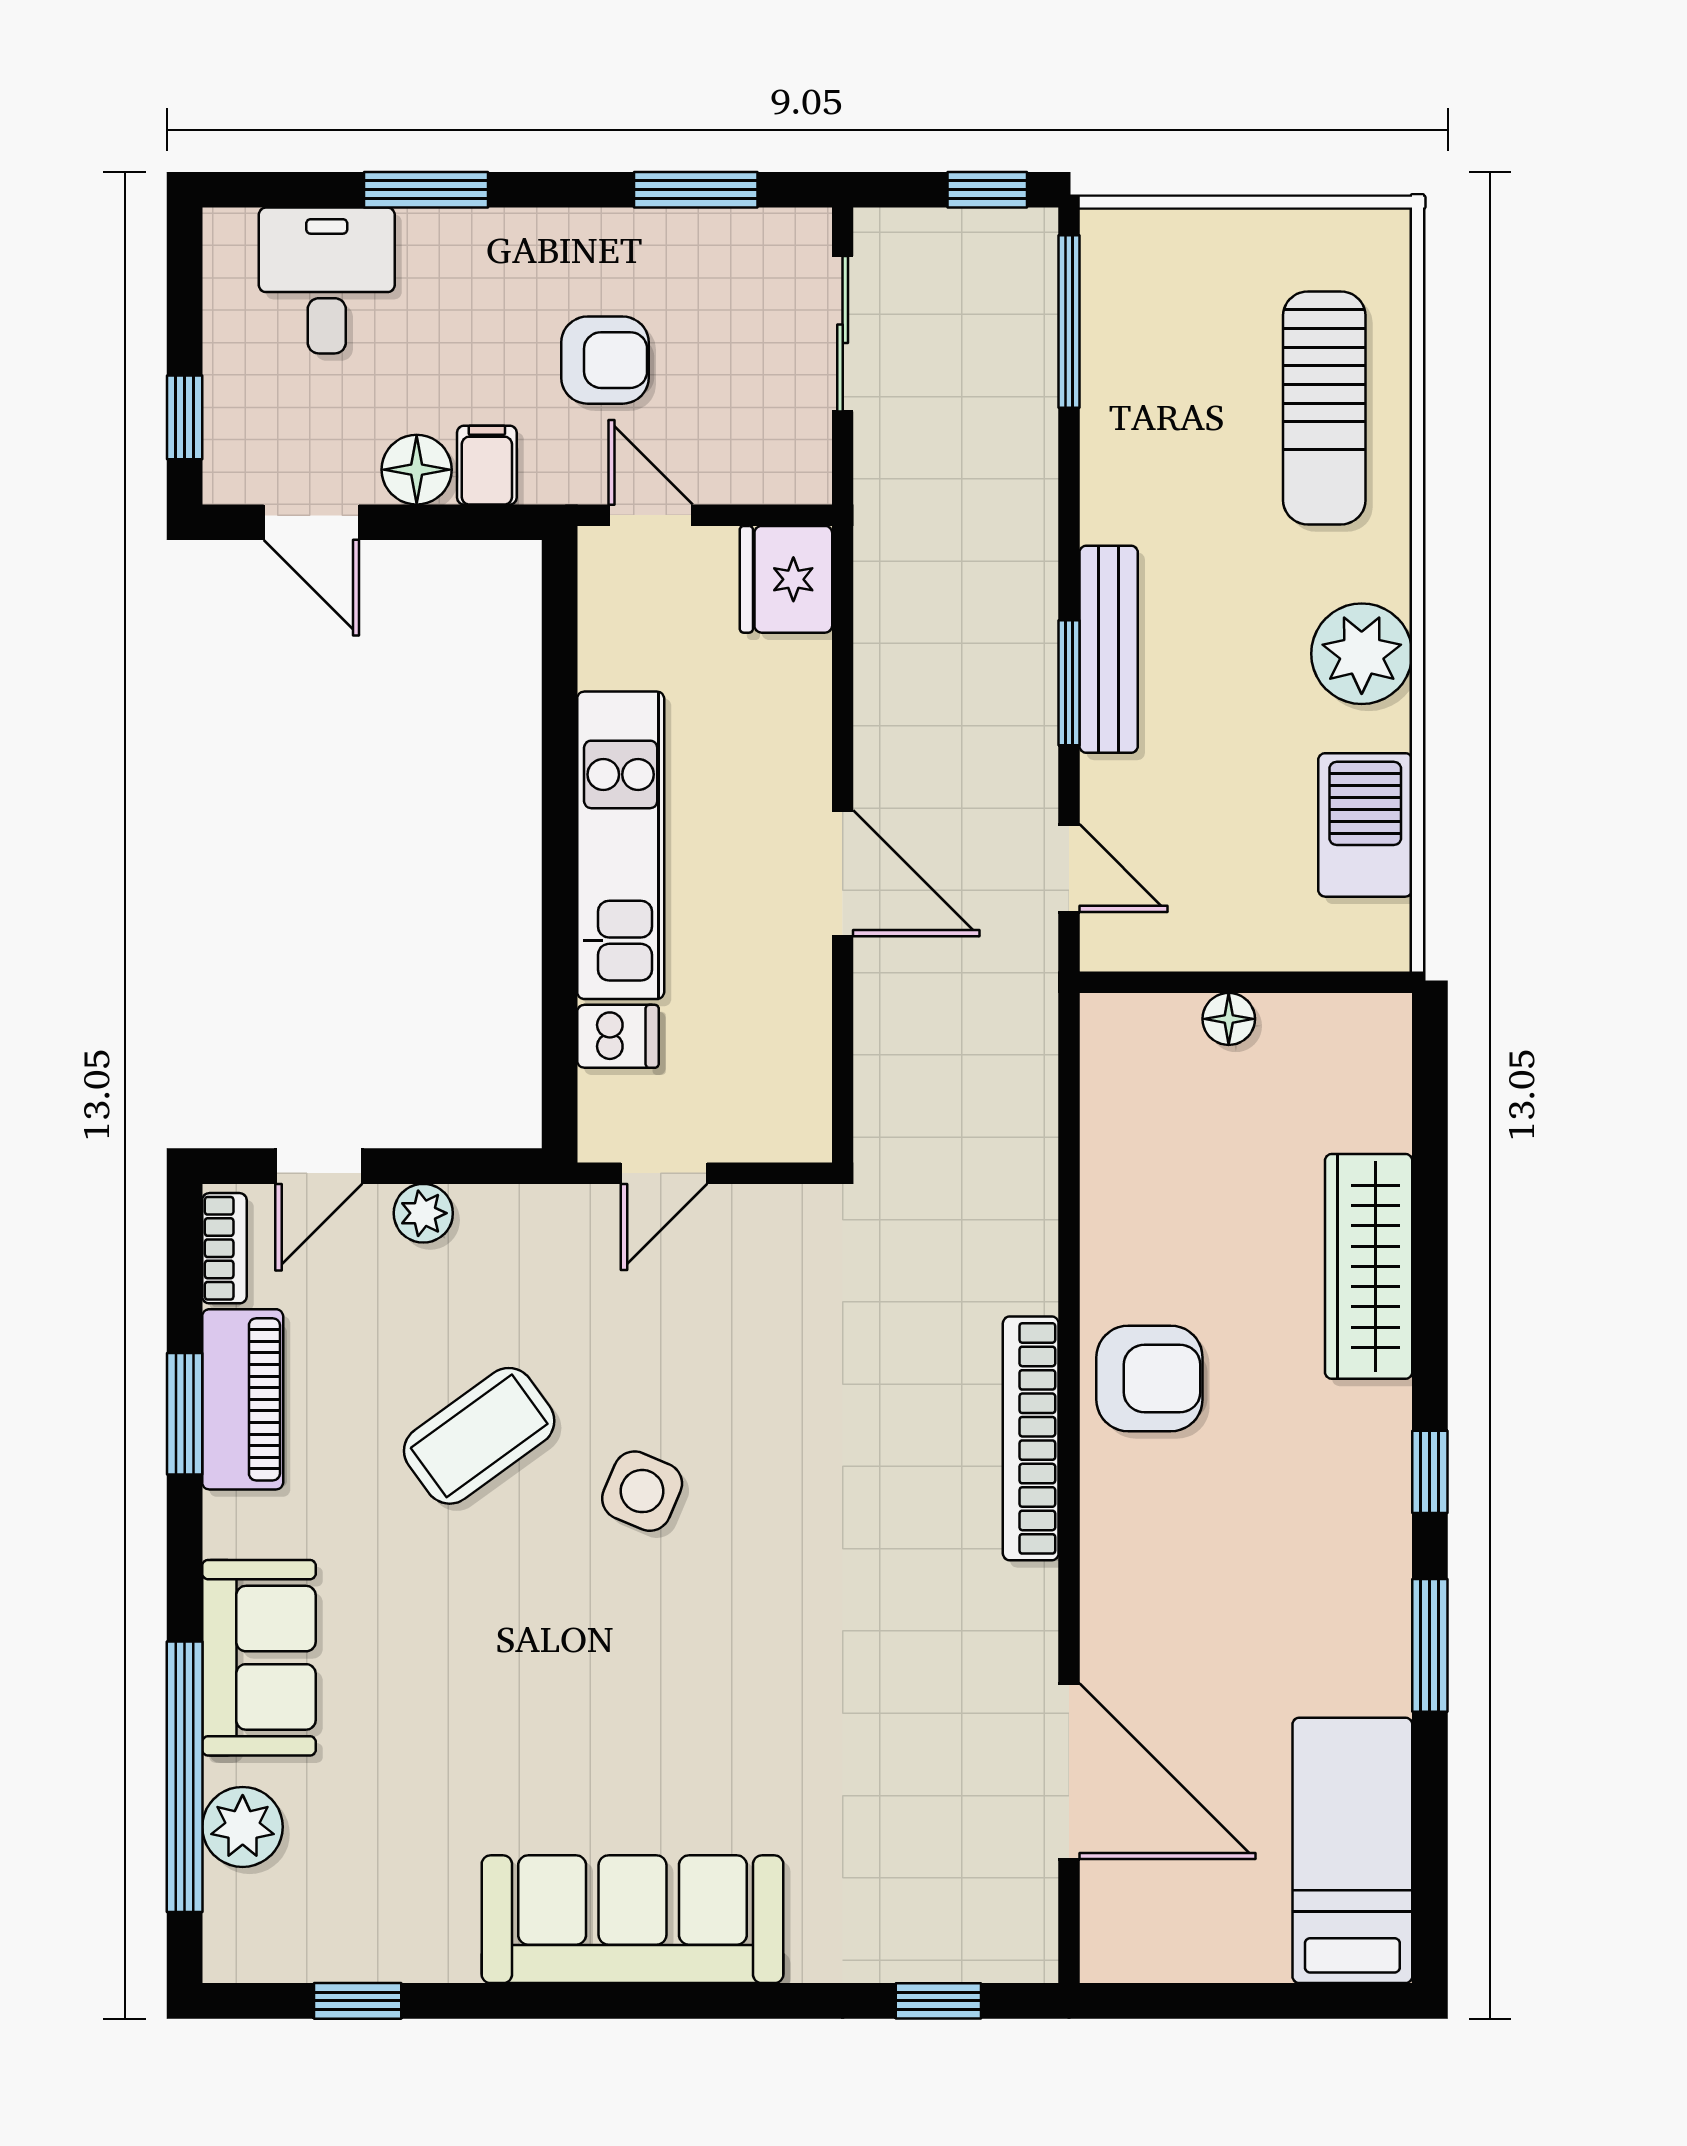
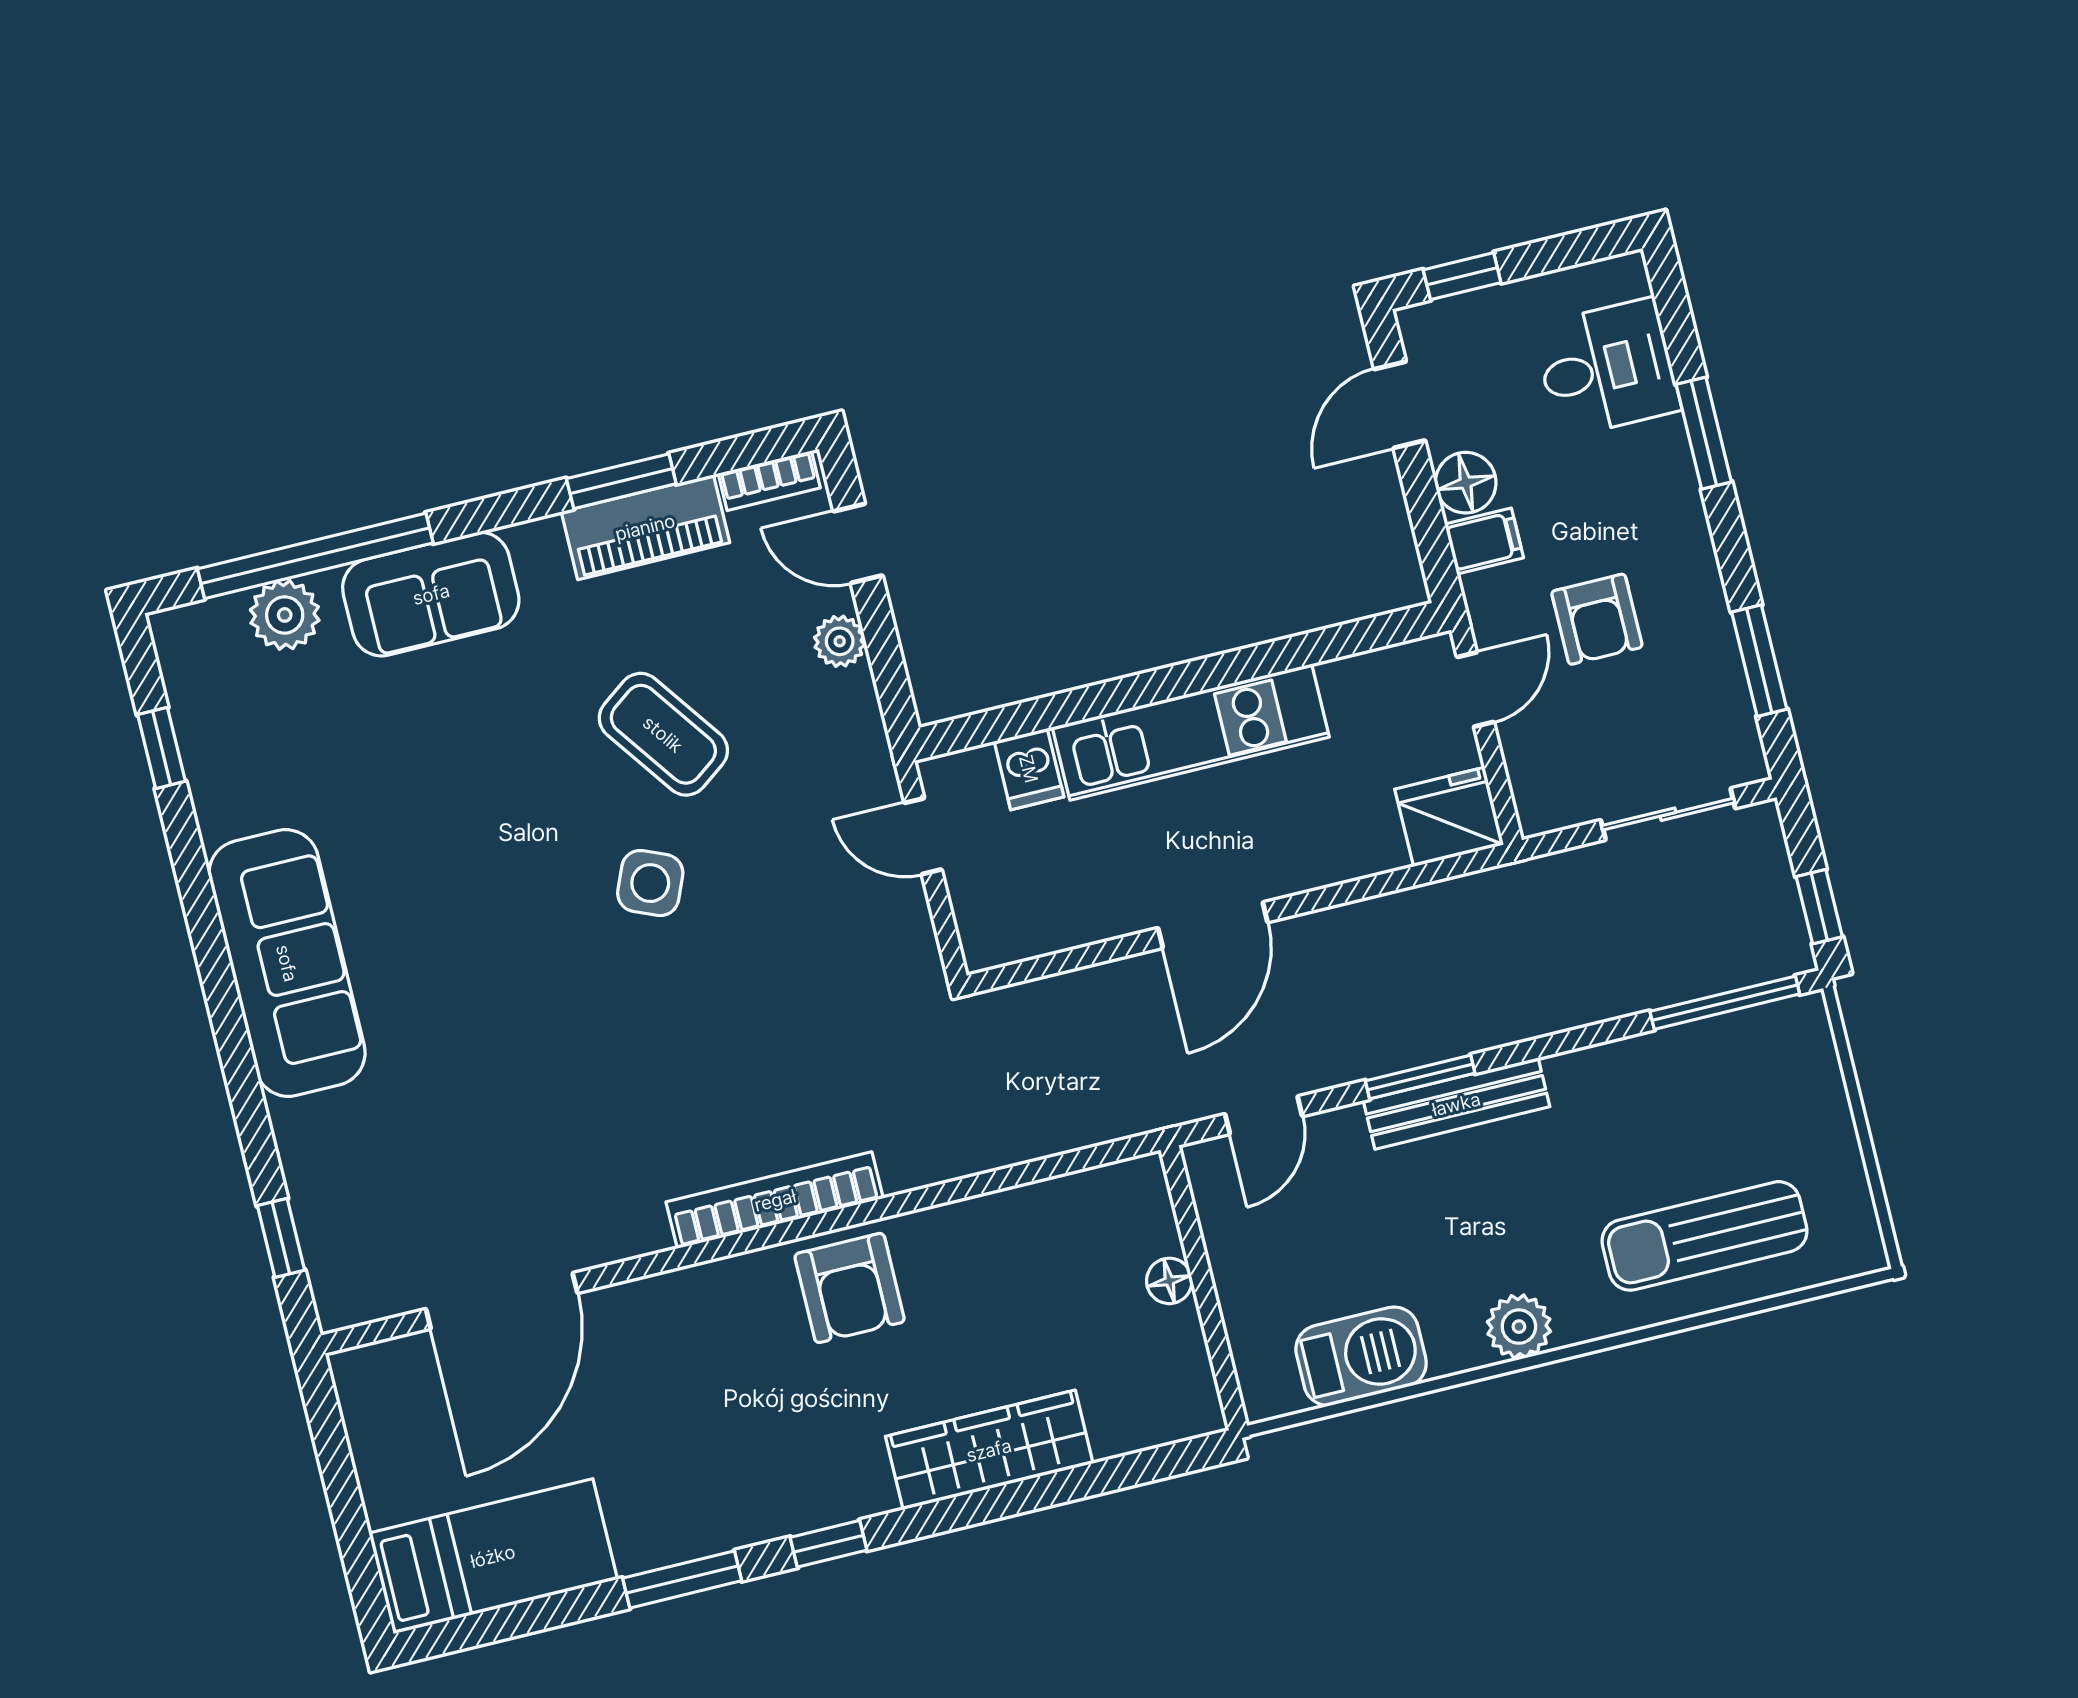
plant: (1362, 654) -> (1519, 1327), width x0.73, depth x0.73

